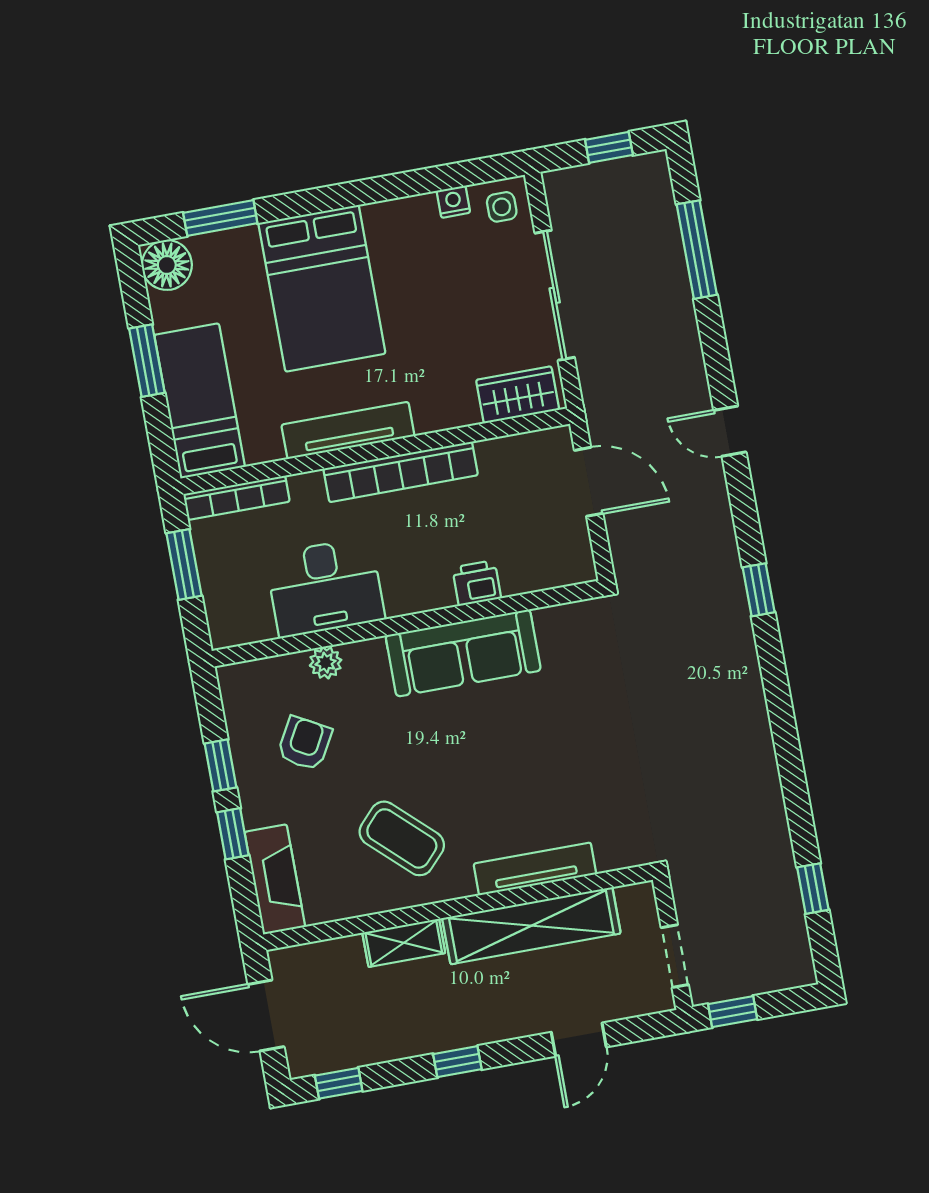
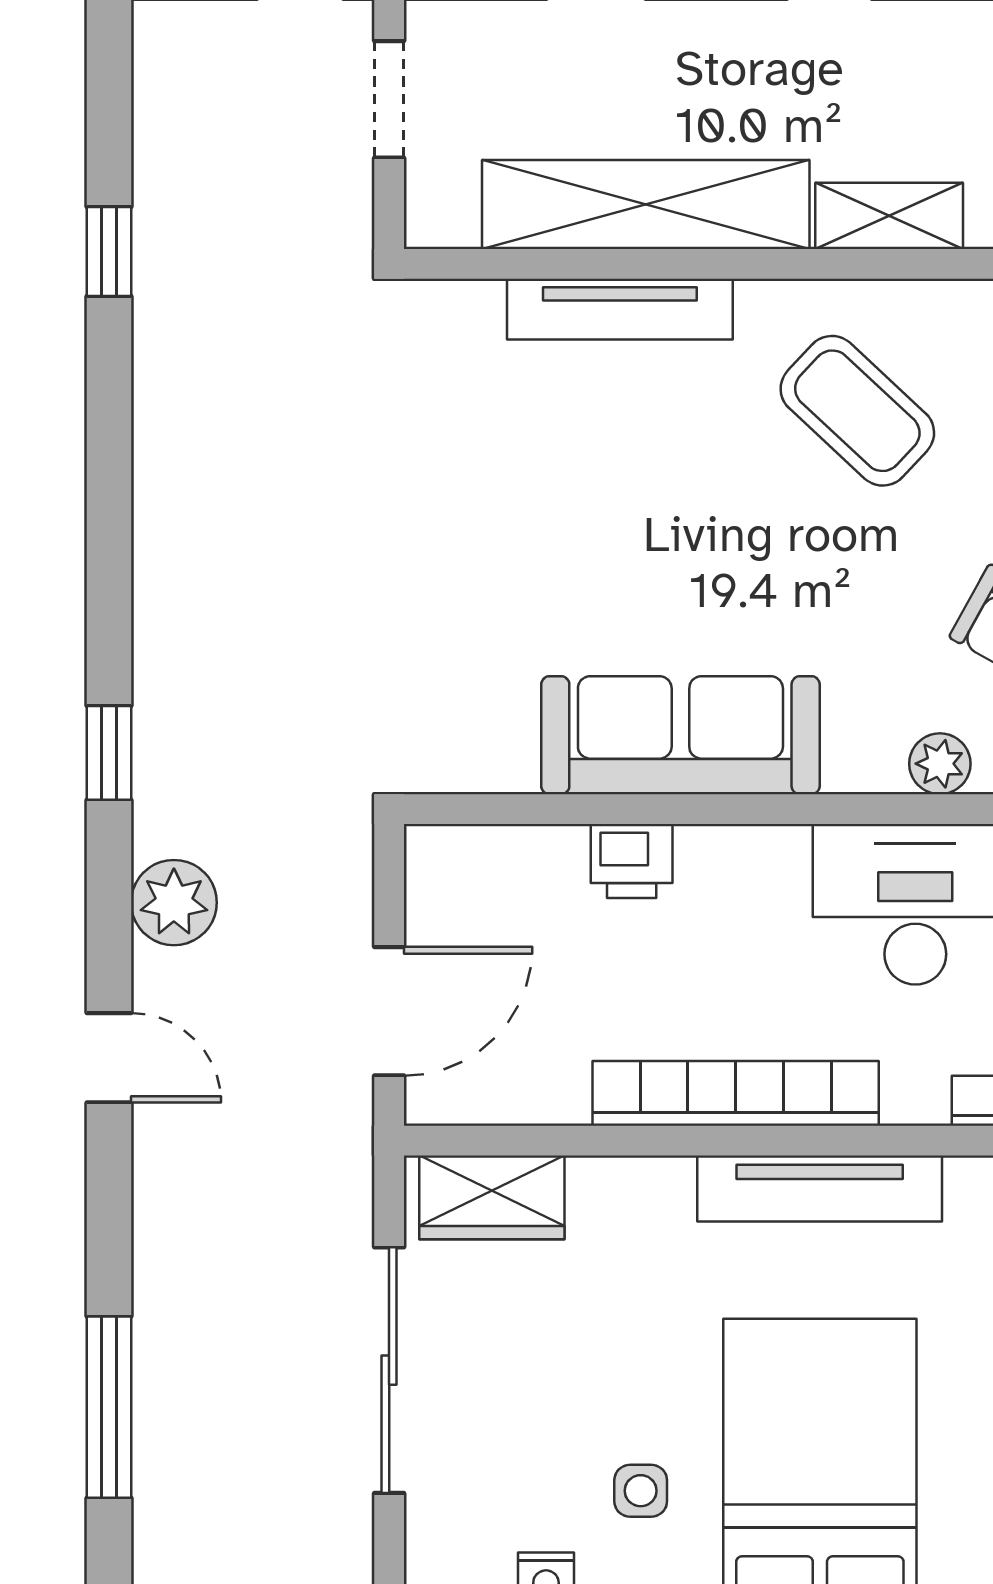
side table: (502, 207) -> (641, 1491), moved
door: (589, 482) -> (389, 1011), swing flipped
plant: (711, 518) -> (174, 903), added
window: (813, 889) -> (109, 252), moved

